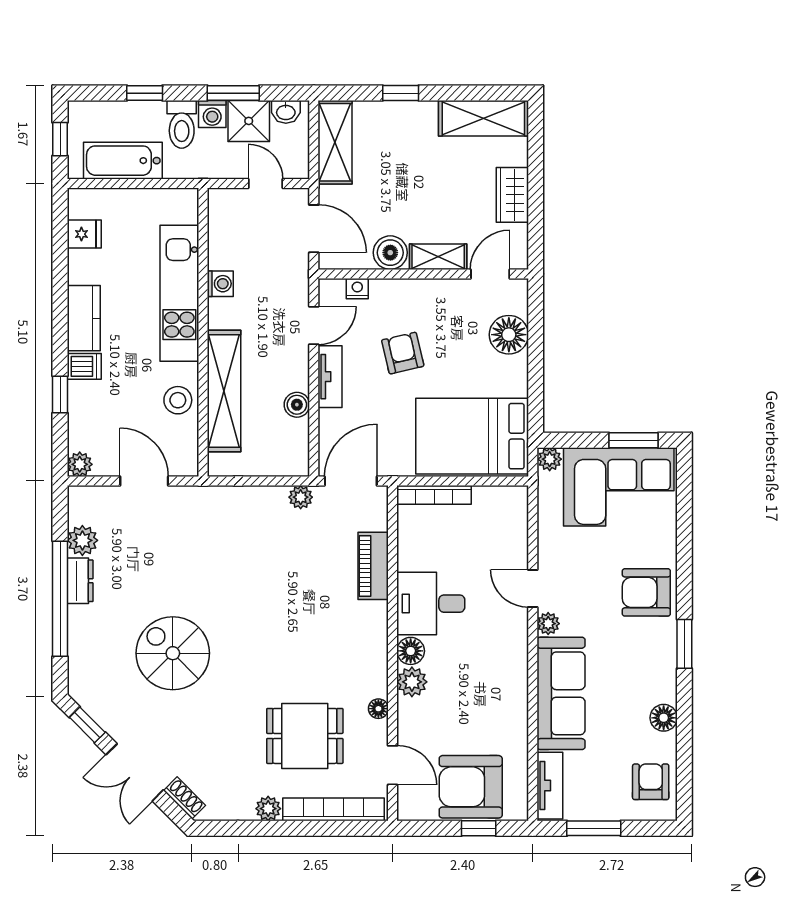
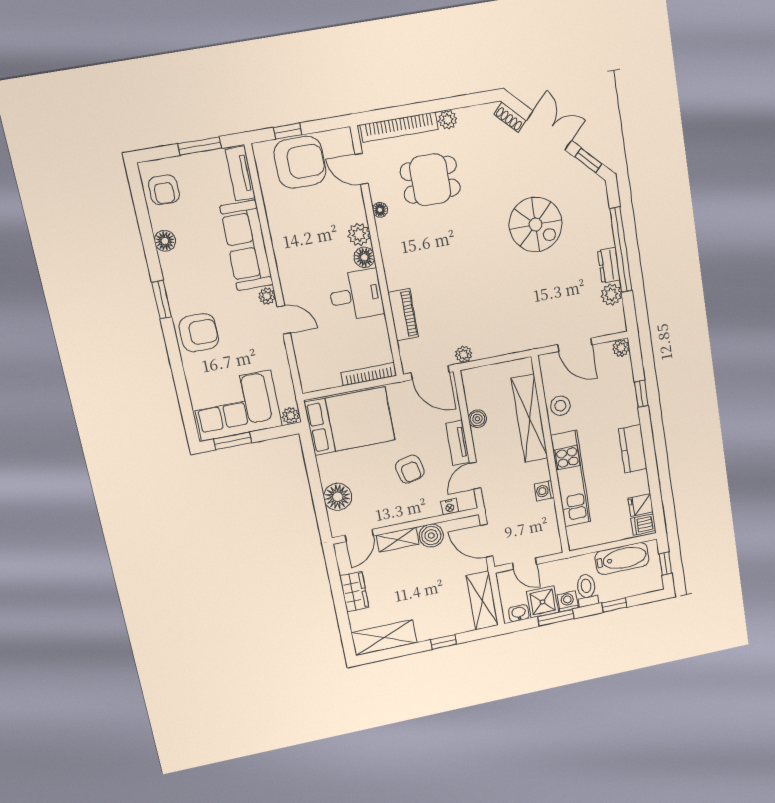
dishwasher: (84, 366) -> (643, 524), moved
door: (351, 481) -> (430, 373), hinge flipped

